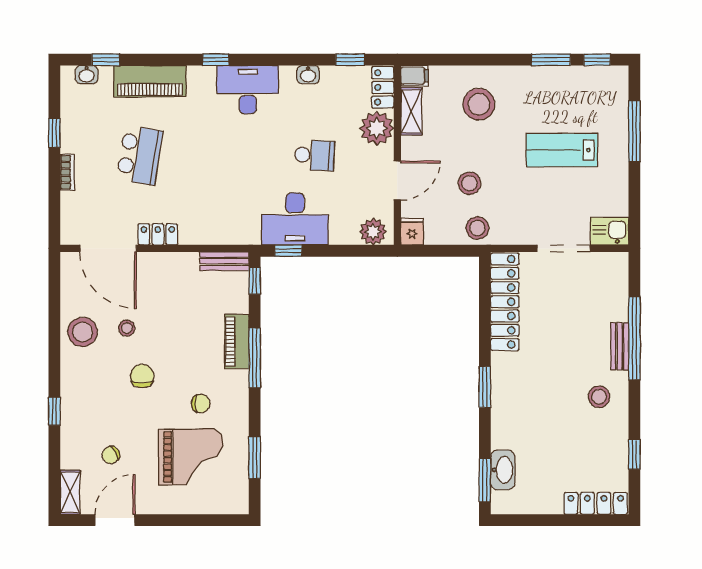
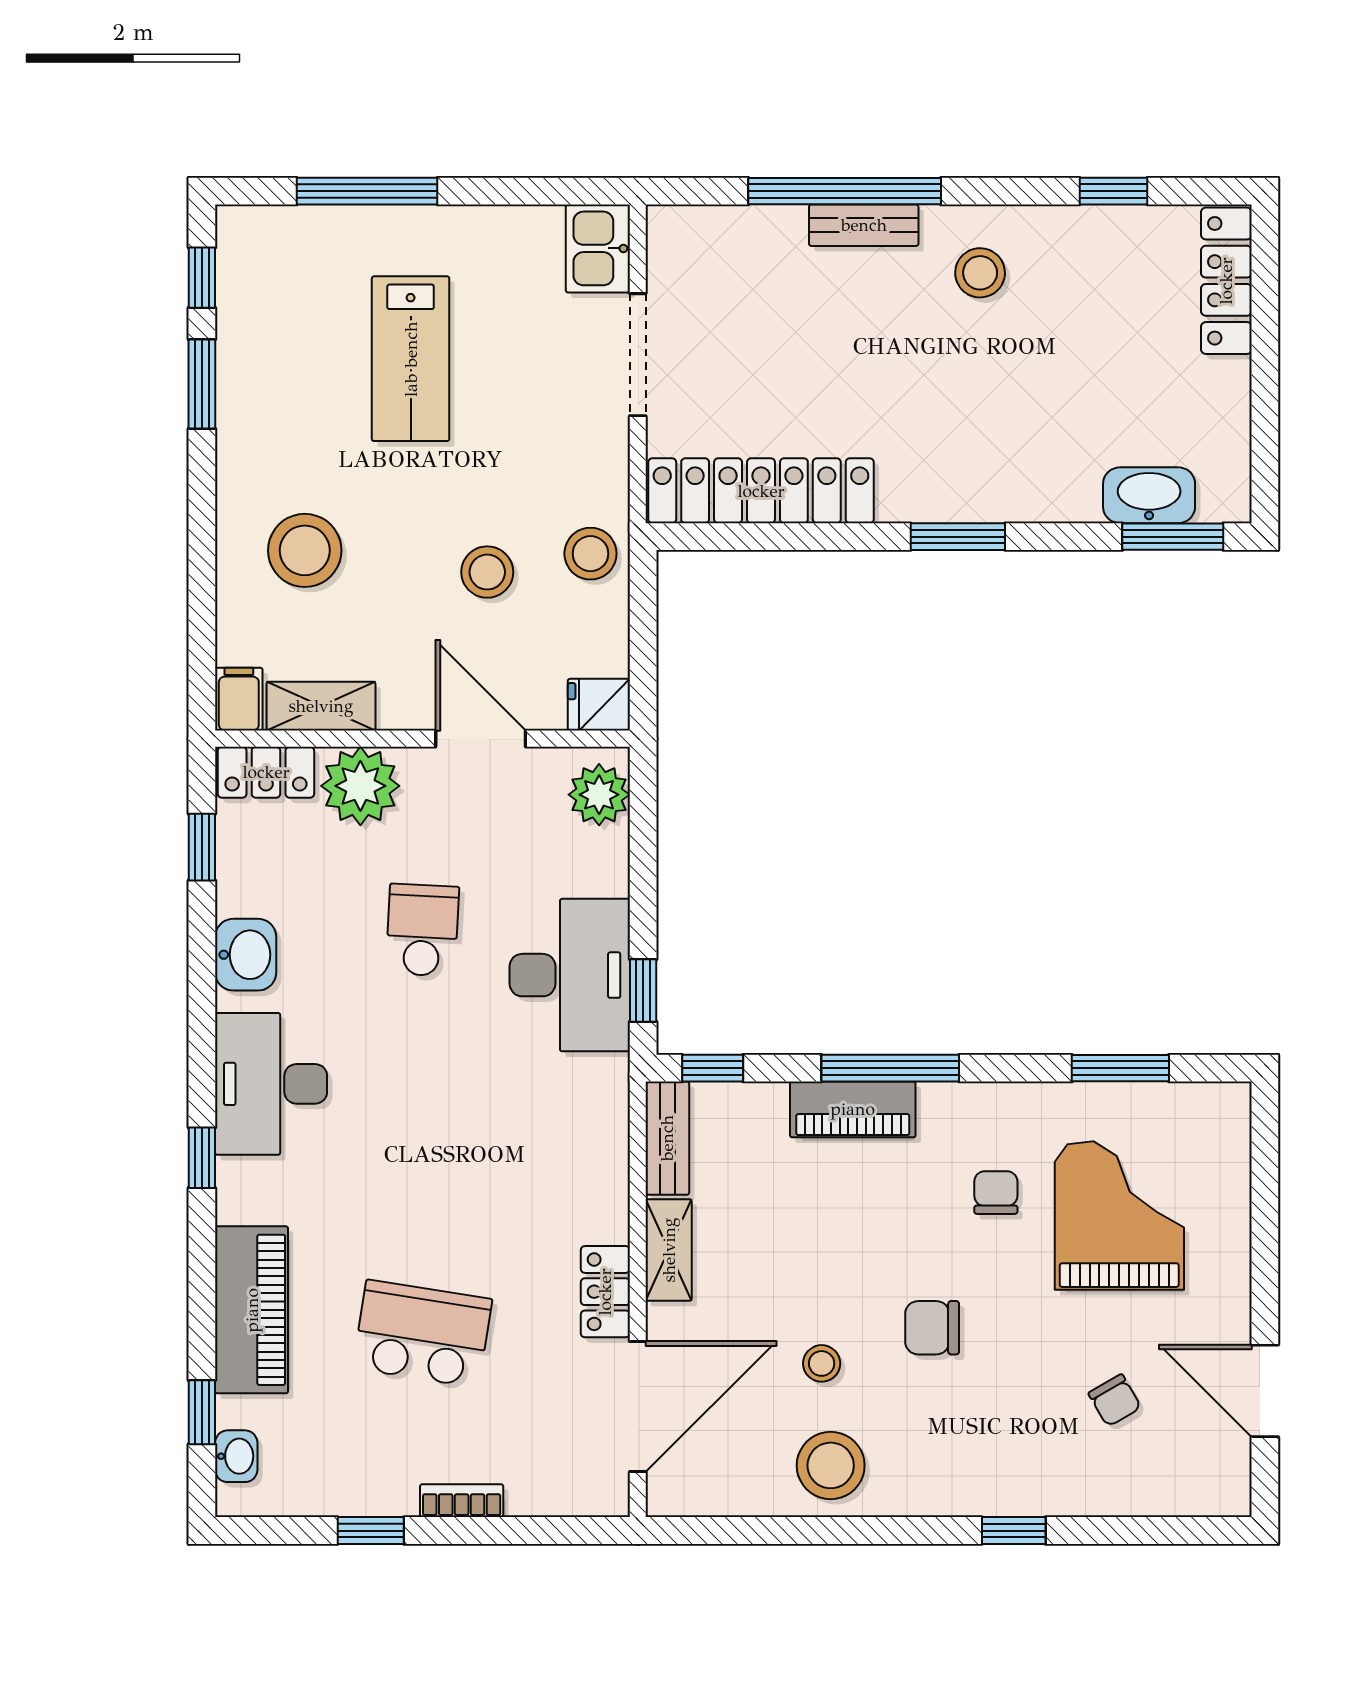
washbasin: (308, 75) -> (246, 955), width x1.38, depth x1.45
shelving: (70, 492) -> (669, 1250), moved, turned 90

